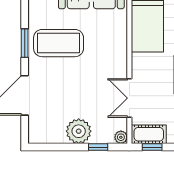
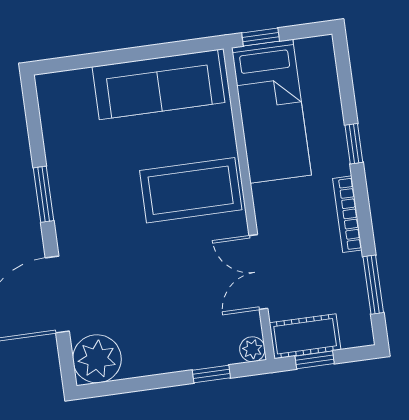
coffee table: (59, 43) -> (191, 190), moved
plant: (79, 131) -> (97, 359), moved

